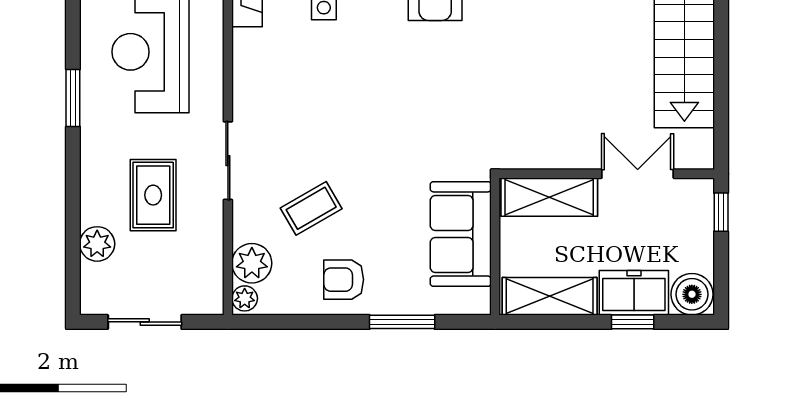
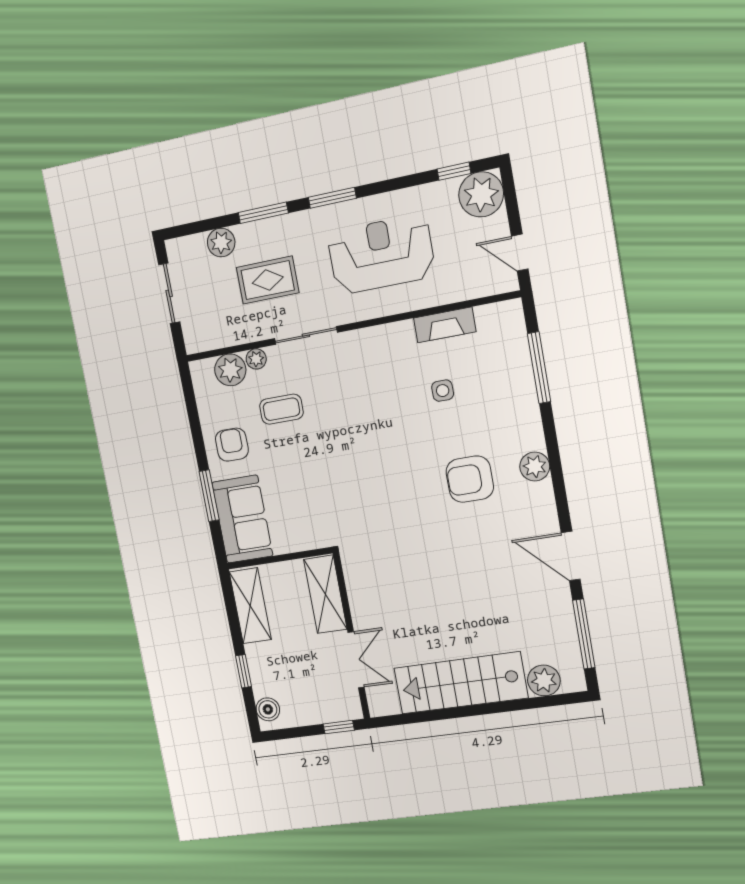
window: (73, 185) -> (263, 213), added
coffee table: (311, 208) -> (281, 409), turned -60
sofa: (461, 234) -> (242, 519), moved, turned 90
freezer: (634, 293) -> (265, 669), removed
boiler: (692, 294) -> (268, 709), width x0.73, depth x0.73
plant: (245, 298) -> (256, 359), moved

